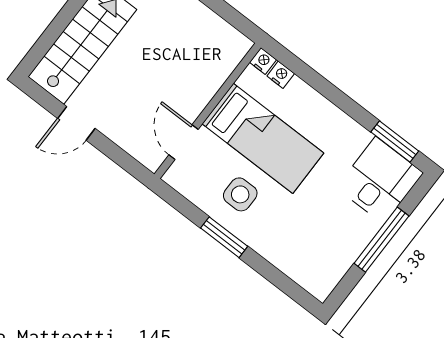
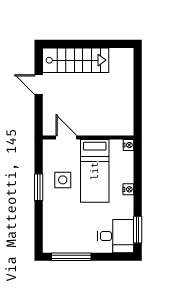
nightstand: (281, 75) -> (128, 189), moved
door: (183, 142) -> (66, 138), hinge flipped
window: (381, 240) -> (71, 257), moved

